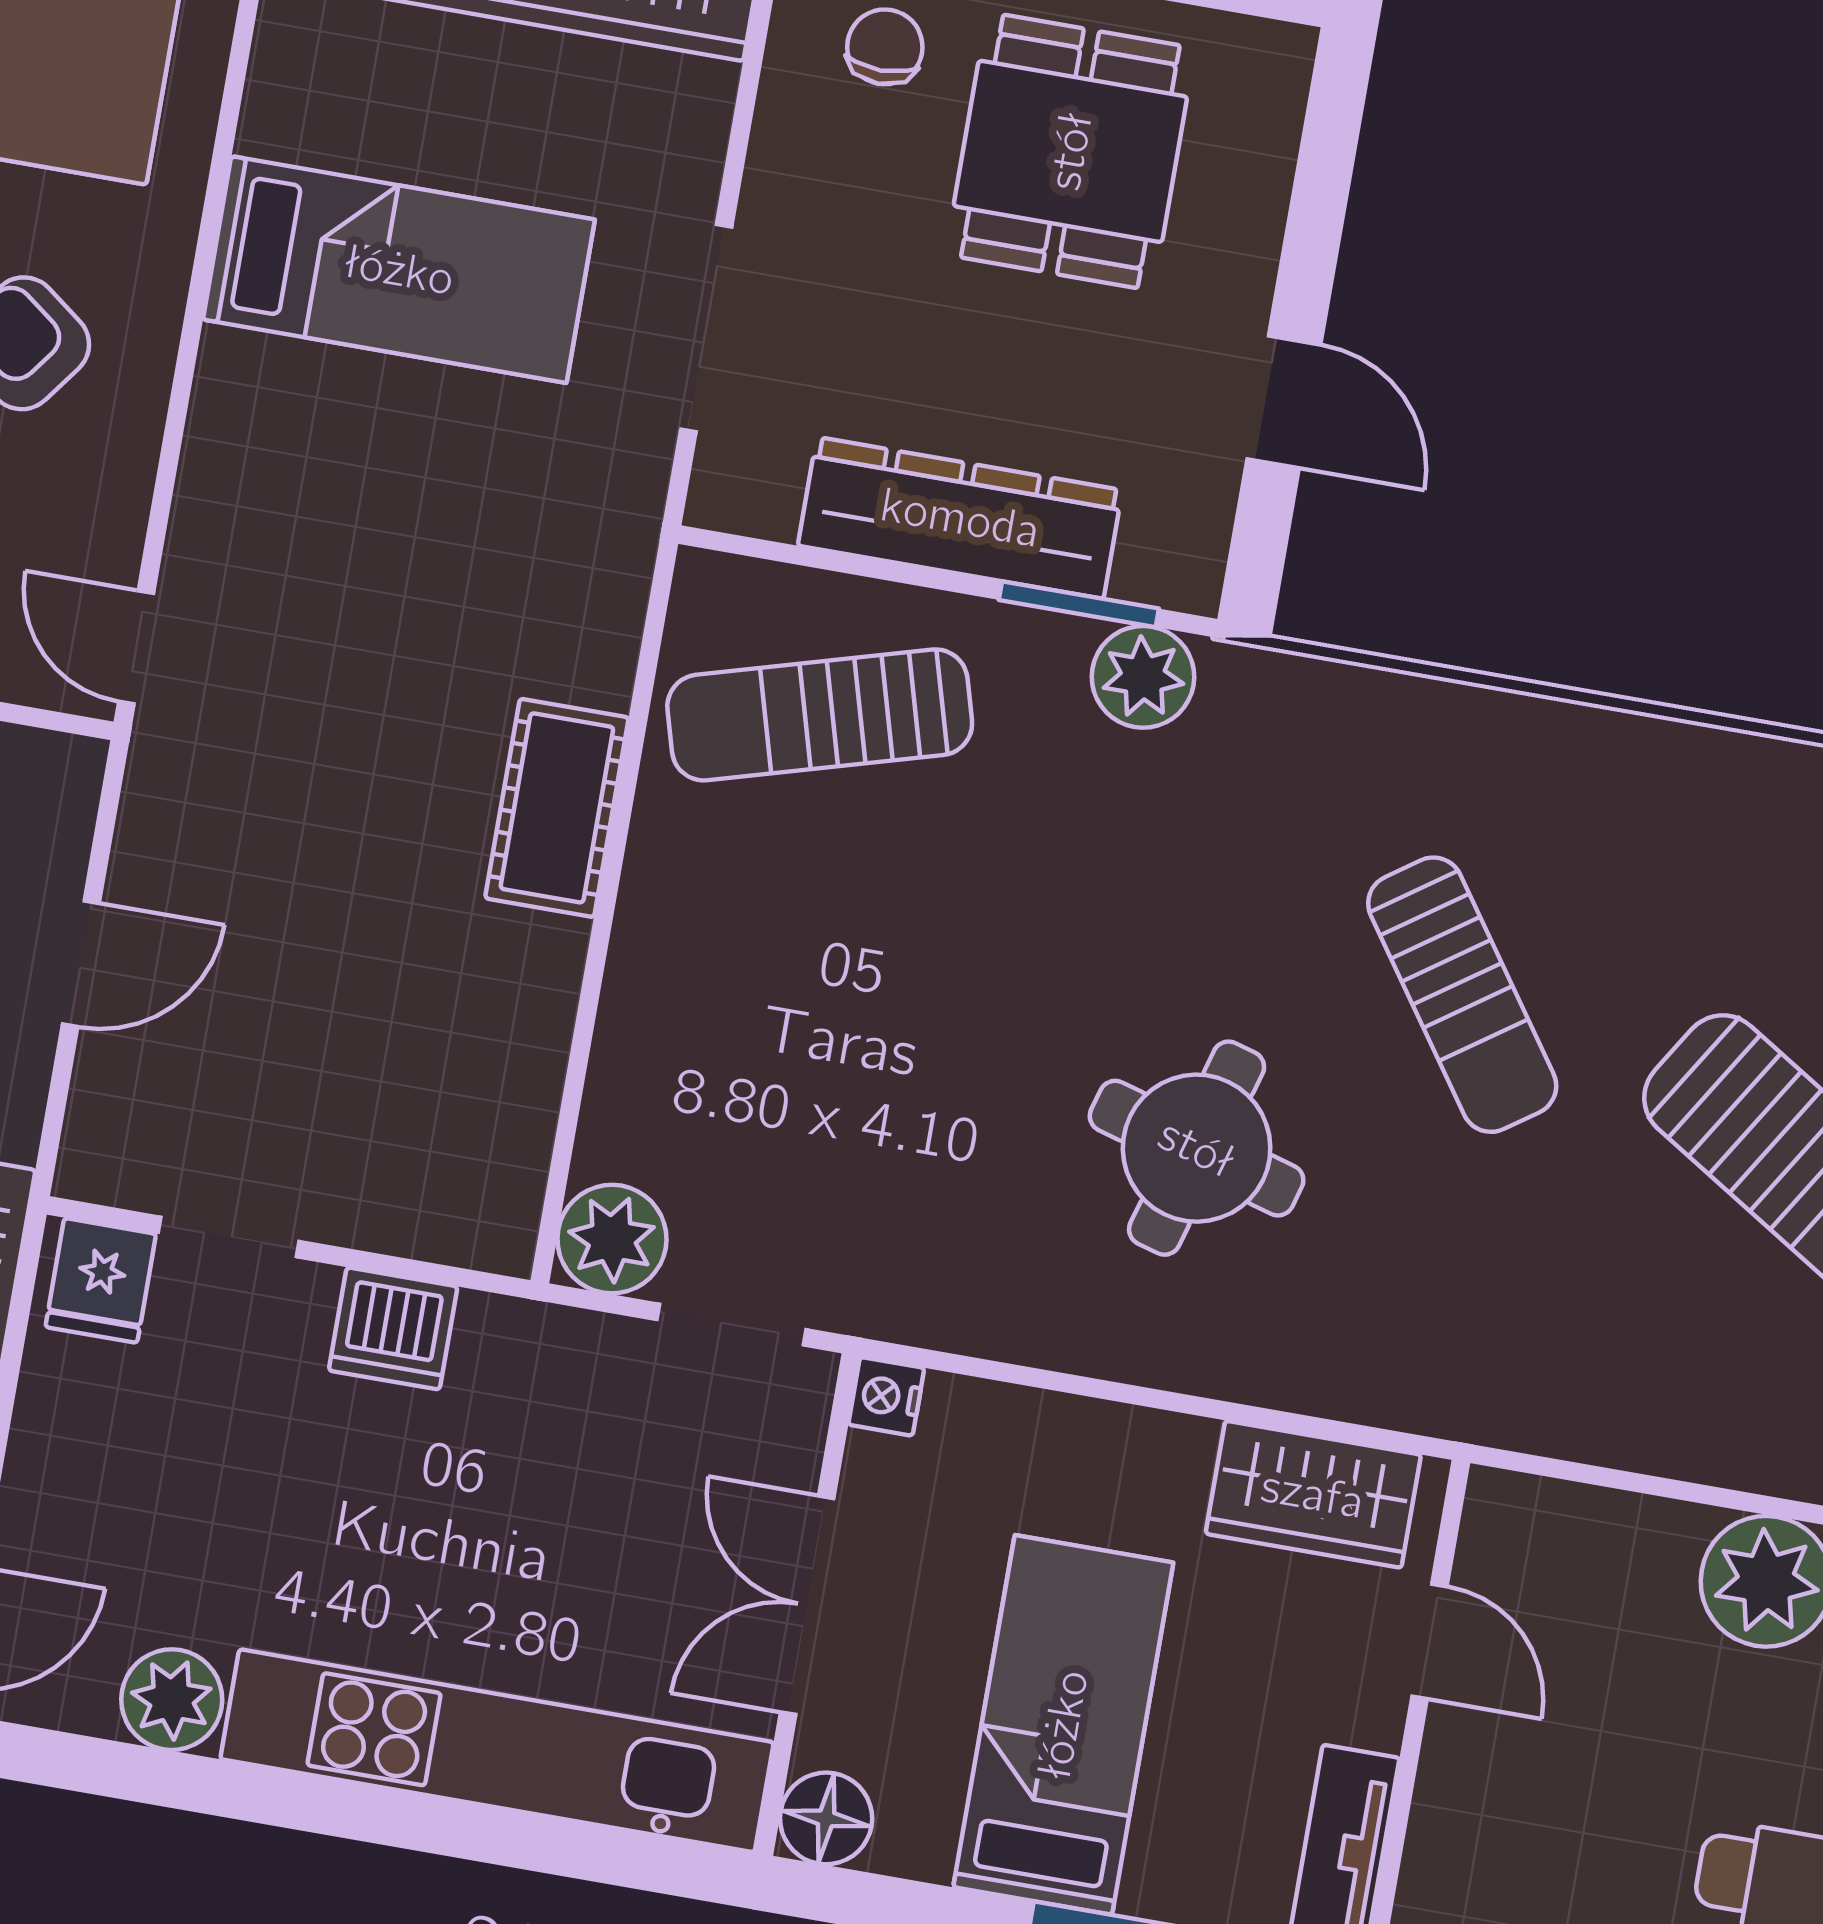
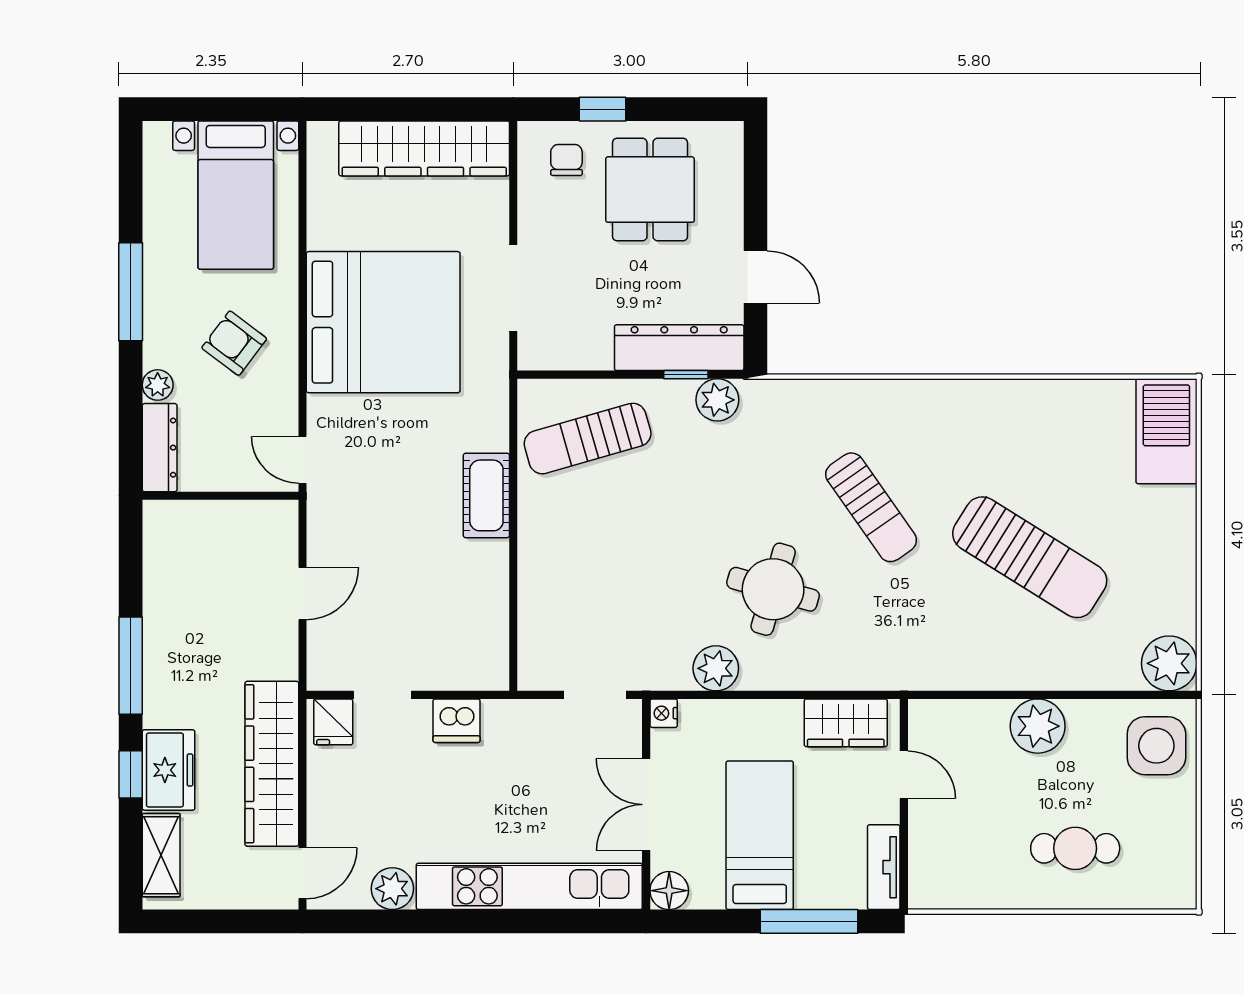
bed: (399, 270) -> (383, 322), width x2.04
dresser: (960, 518) -> (679, 348), moved
window: (1079, 604) -> (686, 375), width x0.67
plant: (612, 1239) -> (716, 668), moved

